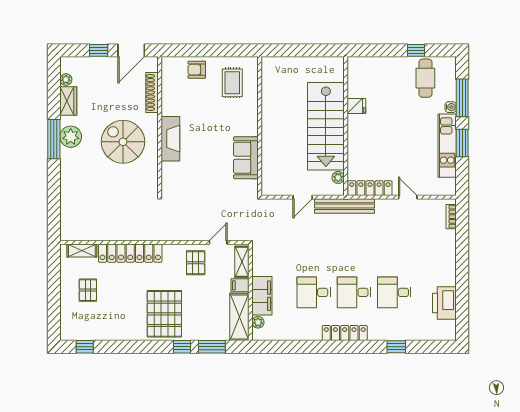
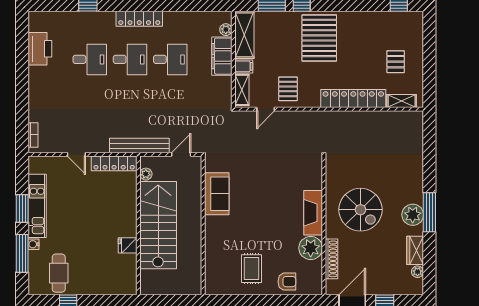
plant: (173, 103) -> (311, 248), added
wall: (260, 126) -> (203, 225), moved
sofa: (246, 158) -> (217, 194), moved

